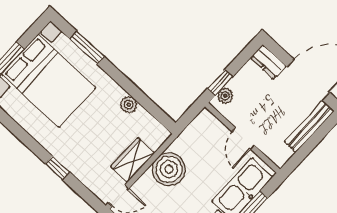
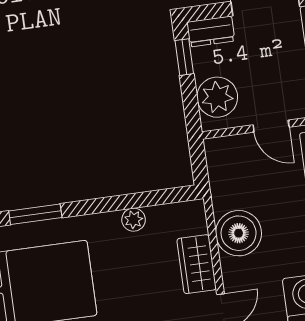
window: (220, 83) -> (184, 57), moved
plant: (225, 96) -> (217, 97), width x1.87, depth x1.87

